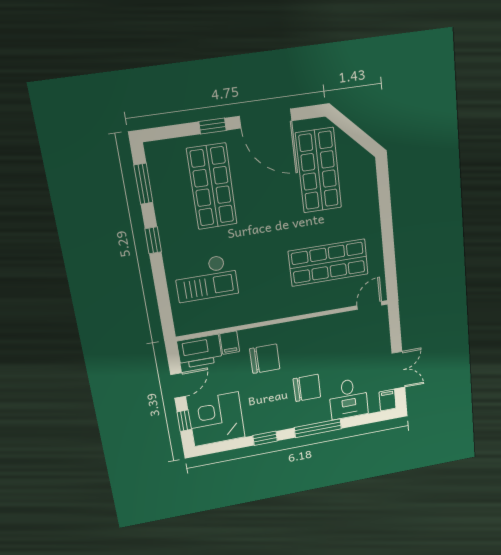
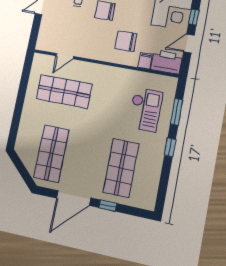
door: (266, 119) -> (74, 198), swing flipped
window: (143, 184) -> (176, 112), moved
checkout: (206, 278) -> (145, 110), turned 90
door: (369, 305) -> (65, 56), moved

